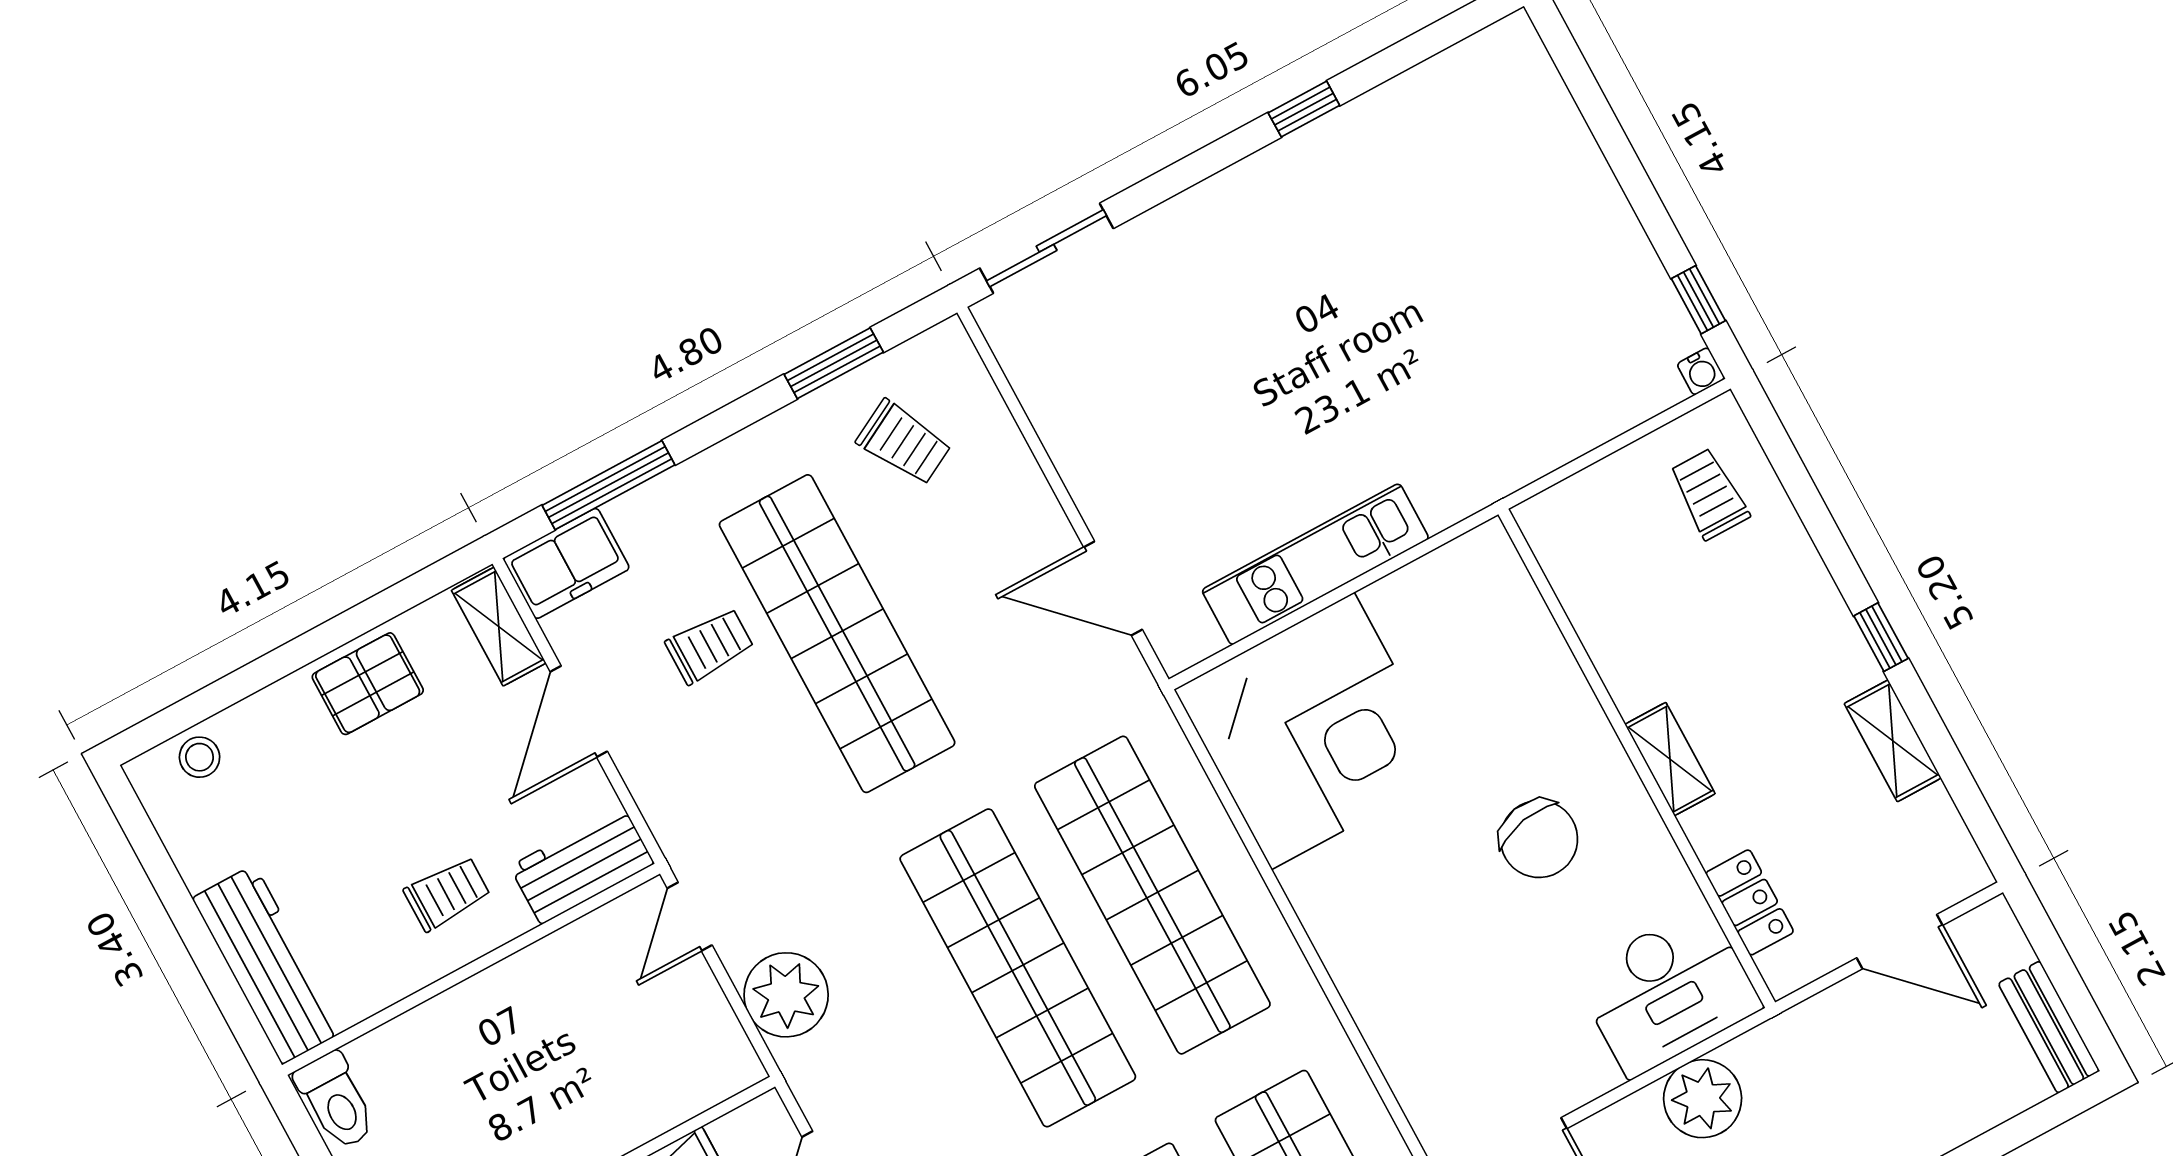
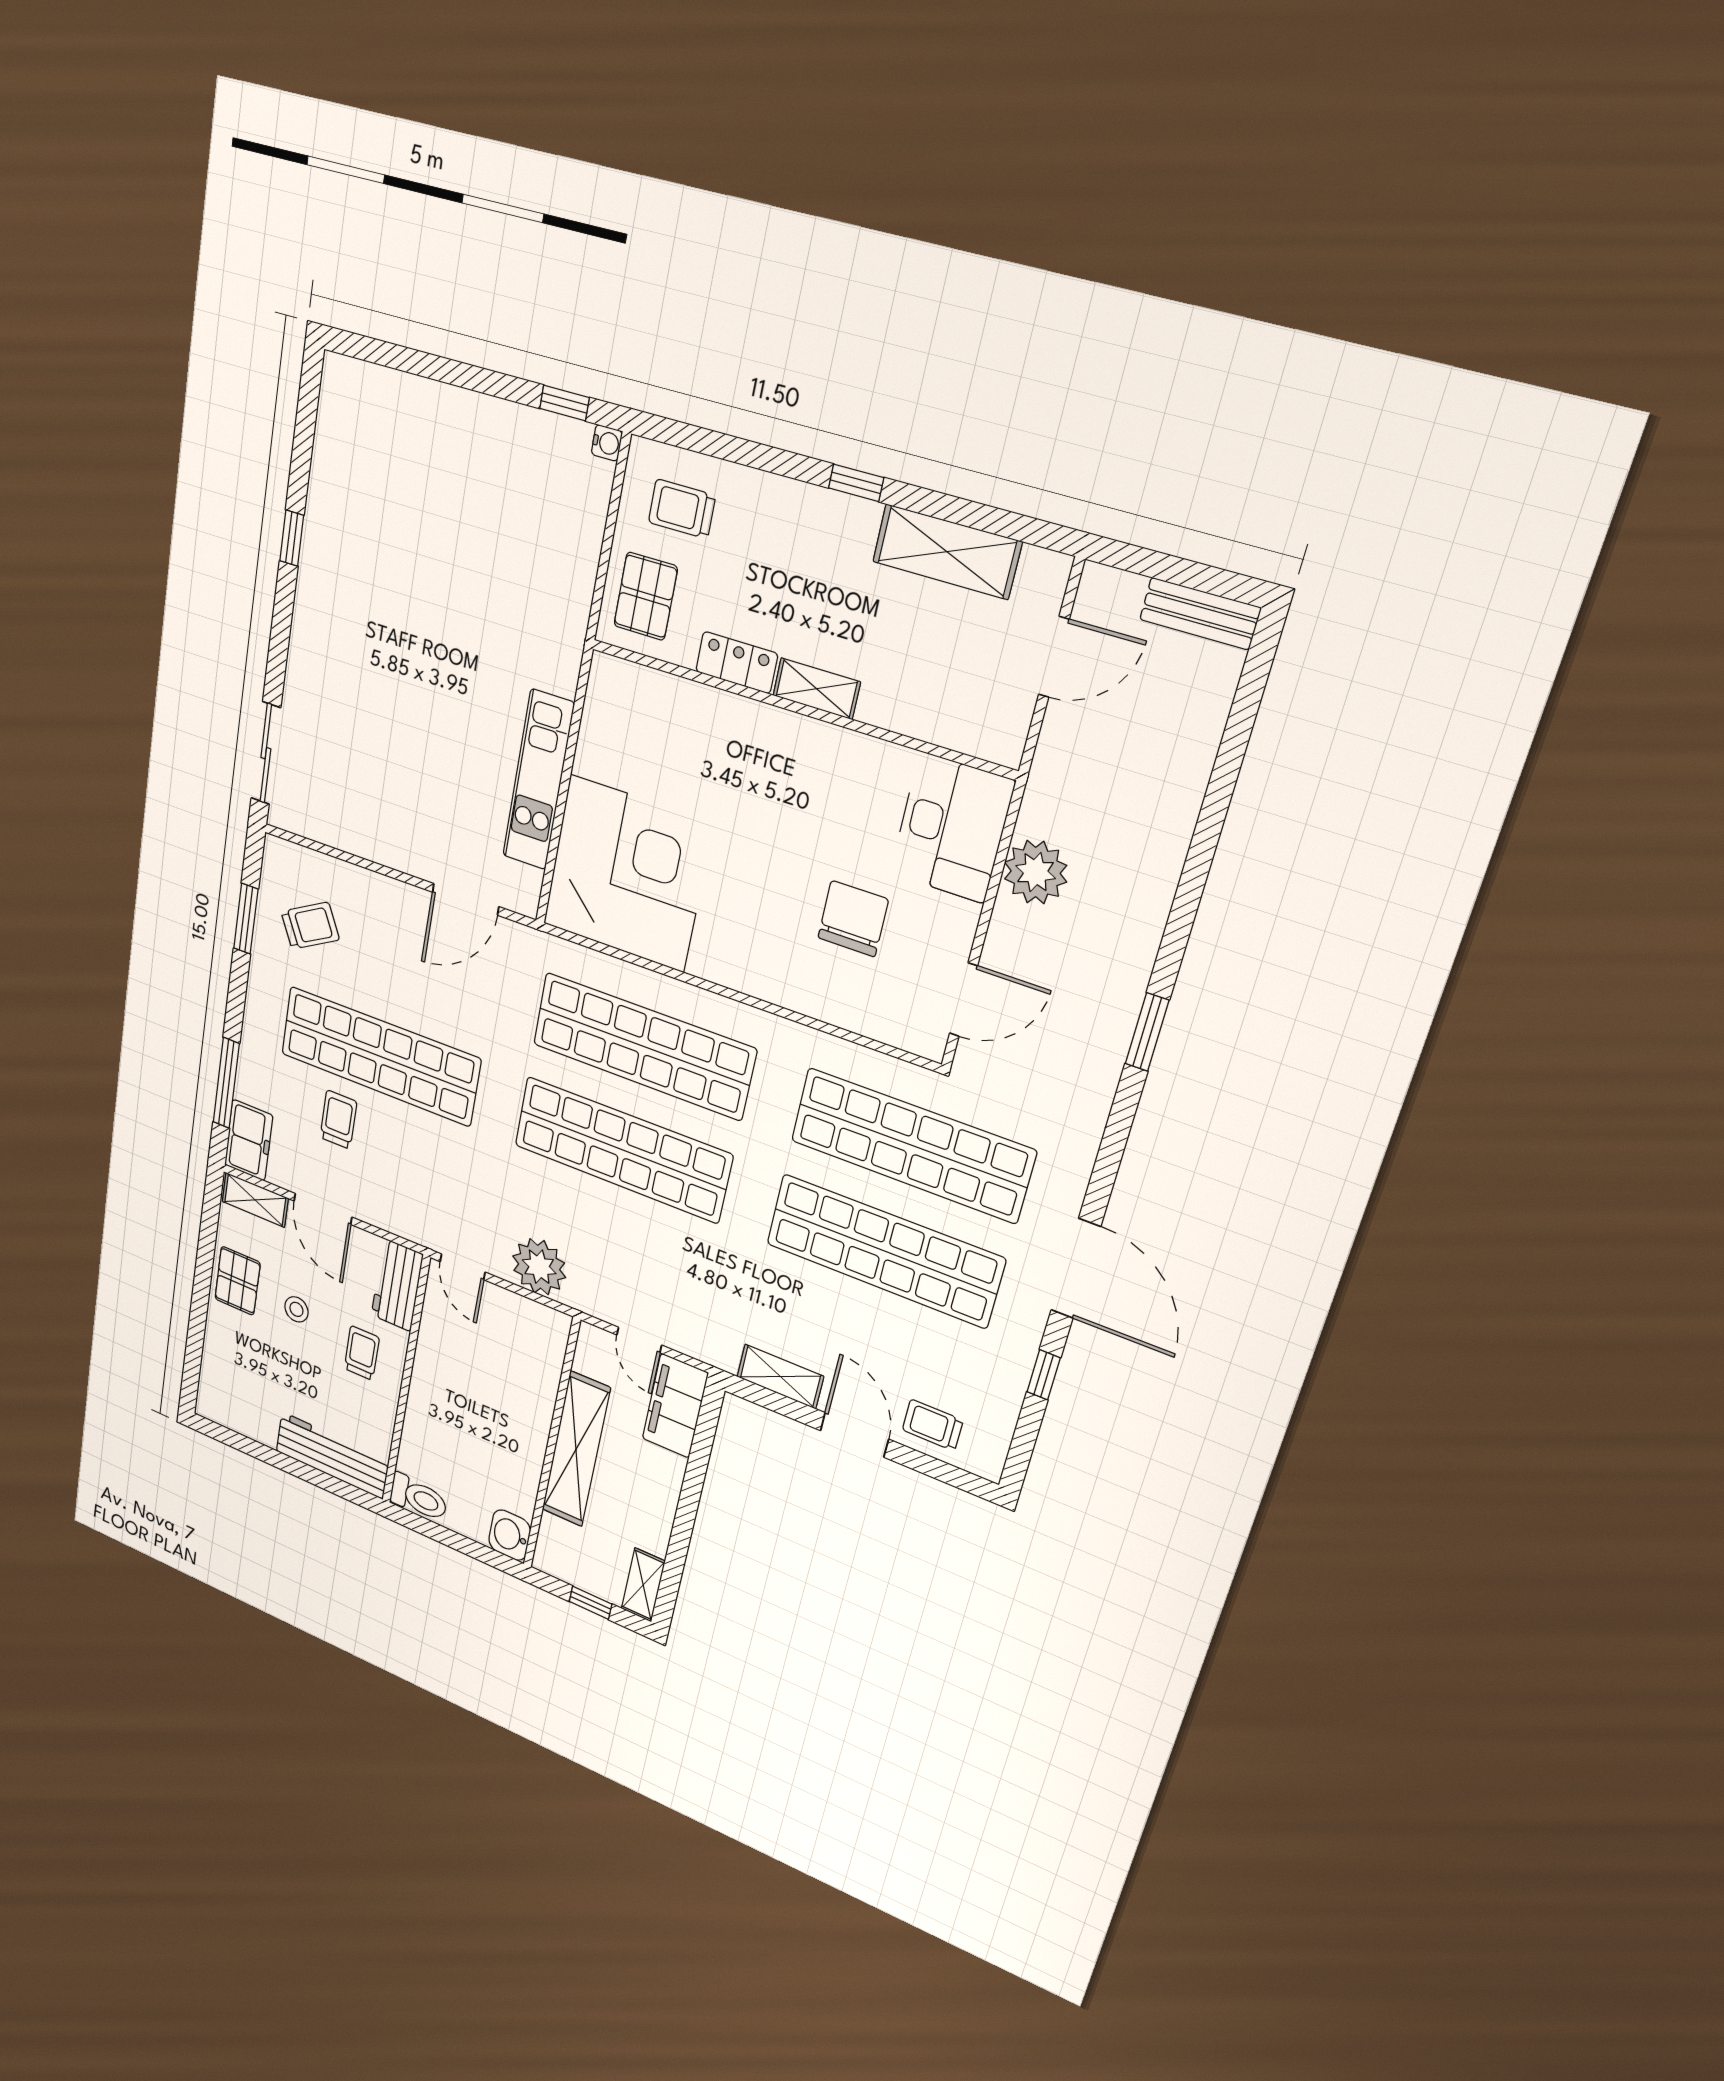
pallet: (1598, 525) -> (646, 596), added
shelving: (1893, 741) -> (947, 552), width x1.50, depth x1.33
stool: (200, 757) -> (296, 1309), moved
chair: (1539, 839) -> (853, 919), moved, turned -79
locker: (1750, 902) -> (737, 663), moved

